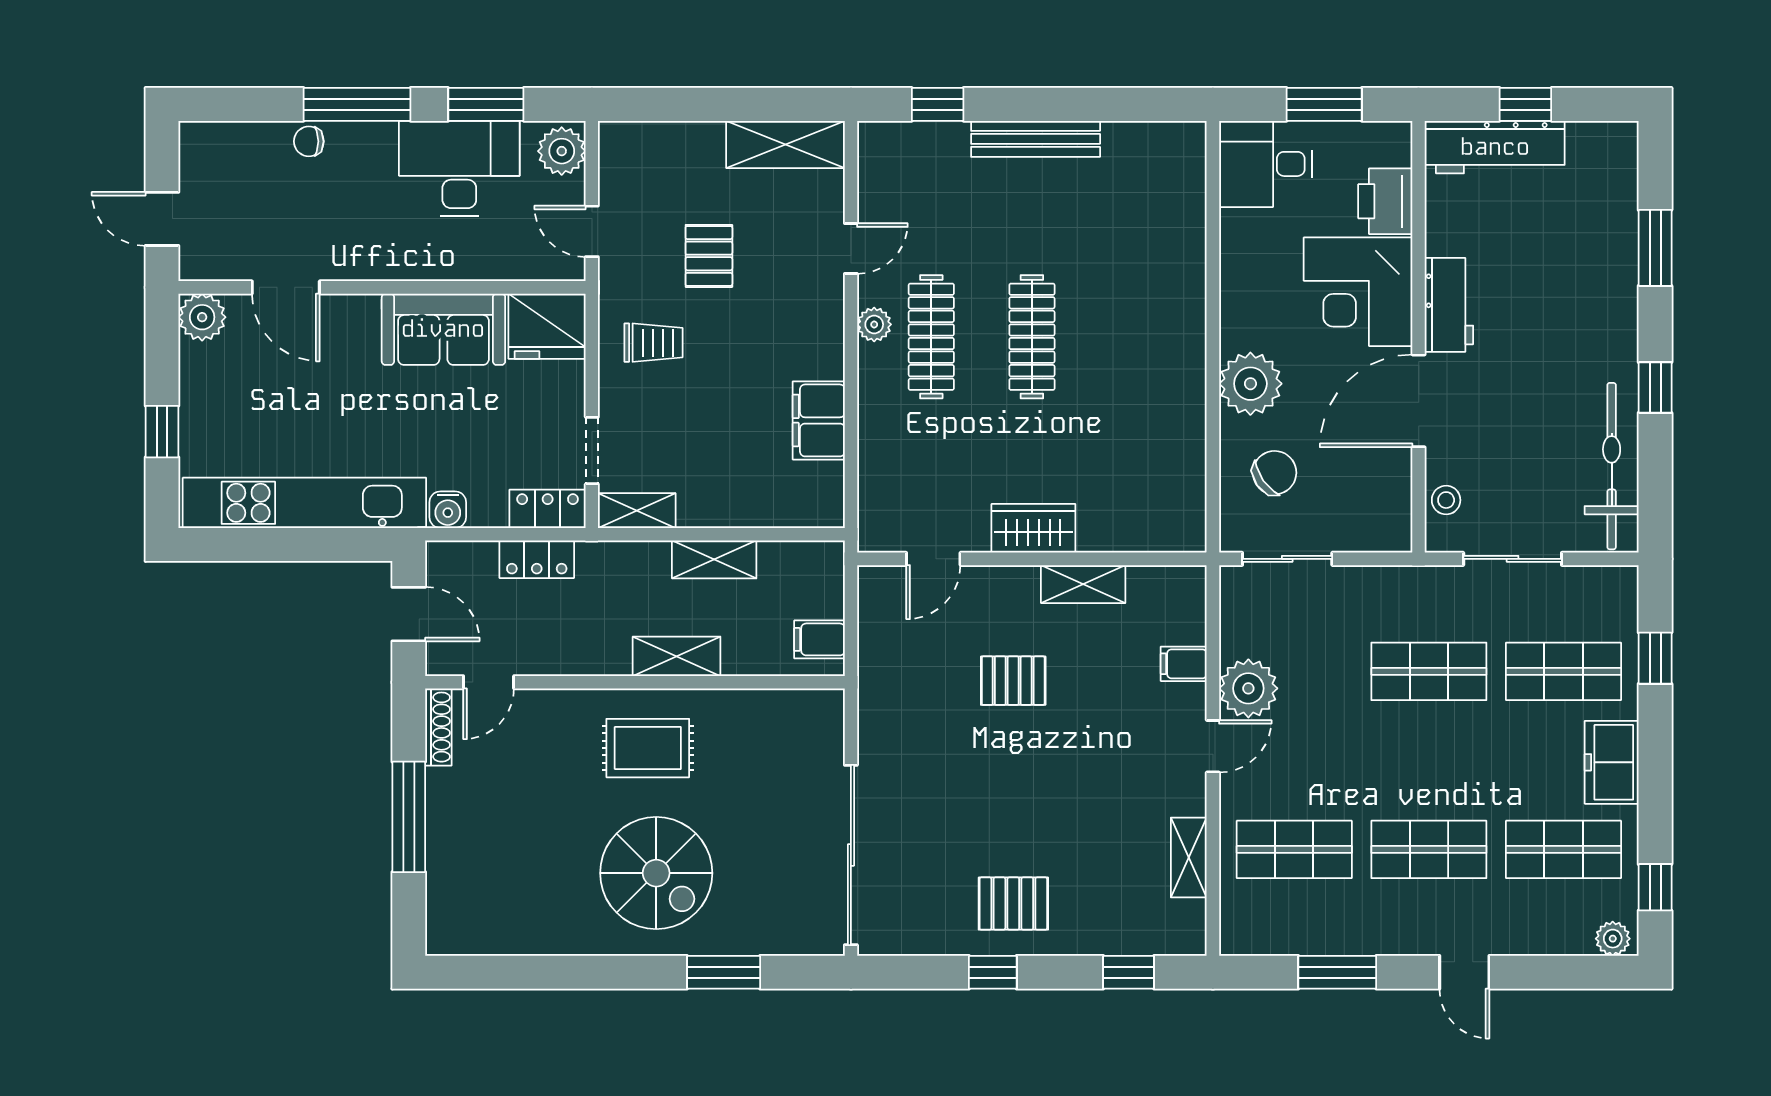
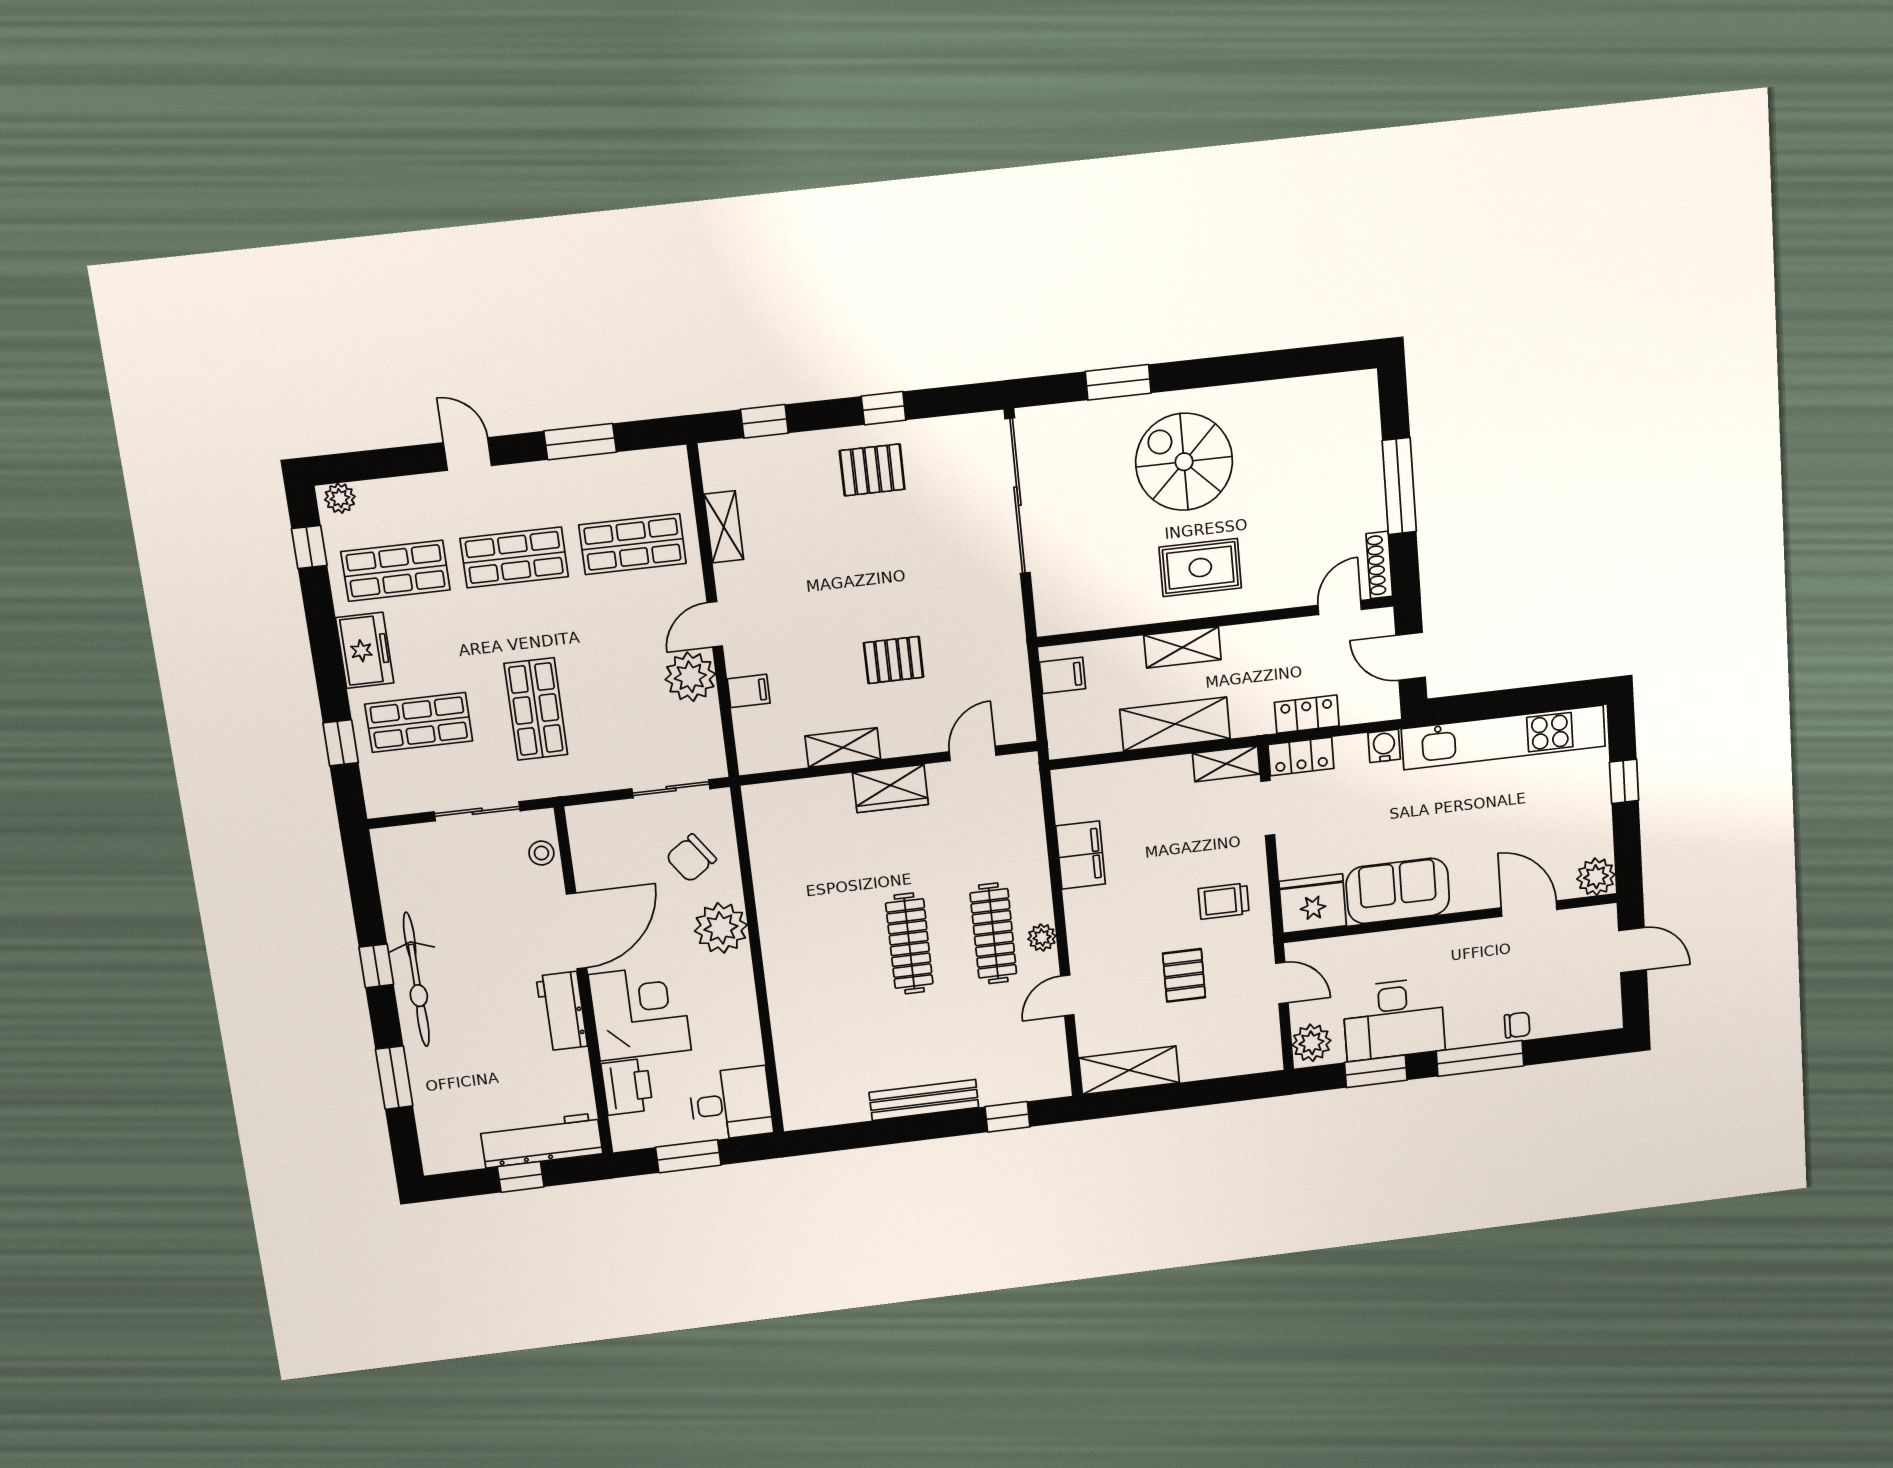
bicycle: (1612, 466) -> (416, 980), moved
shelving: (714, 559) -> (1175, 724), width x1.50, depth x1.33
shop shelf: (1429, 671) -> (536, 709), turned 90

